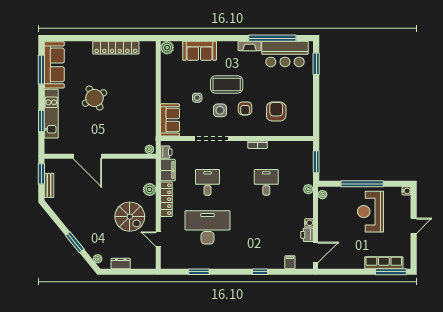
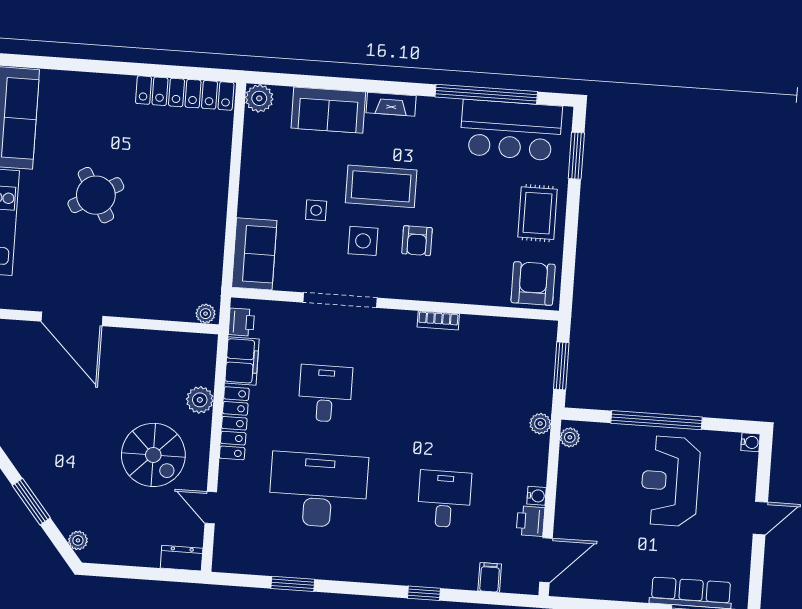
fireplace: (250, 46) -> (391, 104), moved
locker: (116, 48) -> (185, 93), moved
rug: (300, 92) -> (538, 213), added
armchair: (276, 112) -> (533, 284), moved
desk: (266, 182) -> (444, 499), moved
dresser: (121, 264) -> (182, 558), moved

